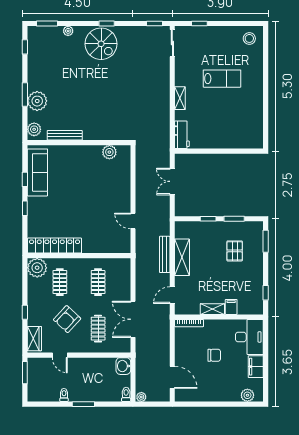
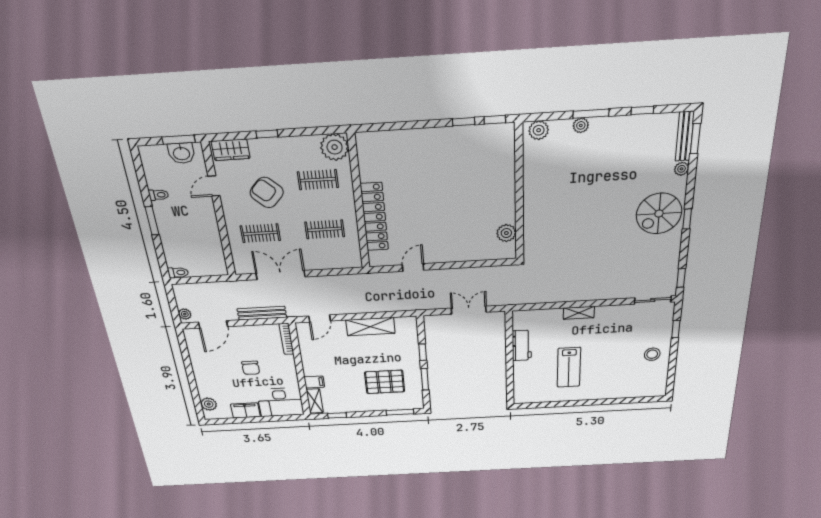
stool: (249, 38) -> (652, 354), moved
window: (25, 47) -> (642, 110), moved
lab bench: (222, 79) -> (569, 367), moved
plant: (37, 101) -> (581, 125), width x0.53, depth x0.53
bench: (65, 135) -> (685, 136), moved
workbench: (182, 135) -> (522, 345), moved, turned -90
sofa: (37, 172) -> (475, 139), removed
window: (25, 208) -> (495, 120), moved
locker: (55, 246) -> (374, 217), moved
pallet: (235, 251) -> (385, 382), width x1.50, depth x1.42
bench: (165, 254) -> (262, 313), moved
door: (172, 295) -> (320, 318), swing flipped
shelving: (212, 309) -> (315, 401), moved
washbasin: (123, 366) -> (181, 153), moved, turned 180
plant: (141, 397) -> (185, 314), moved

